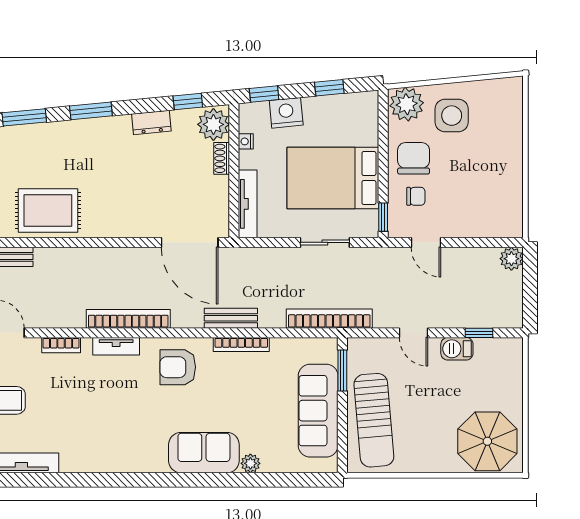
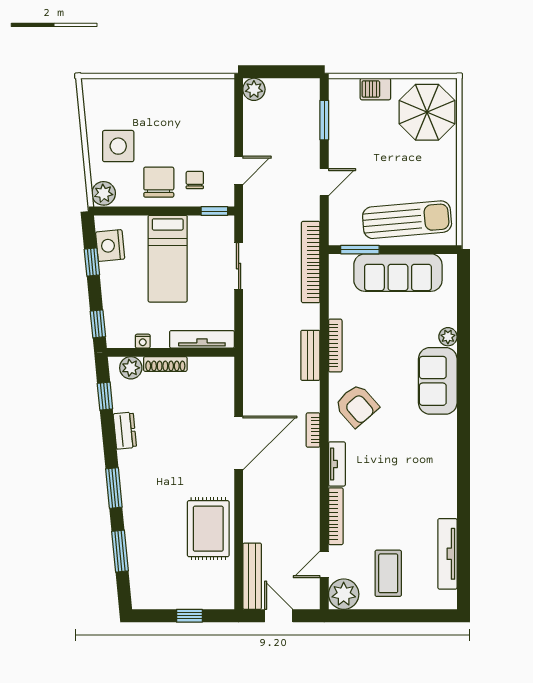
plant: (407, 104) -> (104, 193), width x0.73, depth x0.73
nightstand: (286, 113) -> (110, 246), moved
plant: (213, 124) -> (131, 368), width x0.73, depth x0.73
shoe rack: (222, 158) -> (165, 364), width x1.43
chair: (414, 158) -> (159, 182), turned 90
bed: (333, 178) -> (168, 259), width x0.67
door: (190, 242) -> (239, 443), moved
bookcase: (128, 319) -> (313, 430), width x0.43, depth x0.76
window: (479, 333) -> (324, 120), width x1.50
bookcase: (61, 345) -> (336, 516), width x1.56
barbecue: (457, 349) -> (375, 89), moved, turned 90
armchair: (178, 367) -> (357, 406), turned -41

